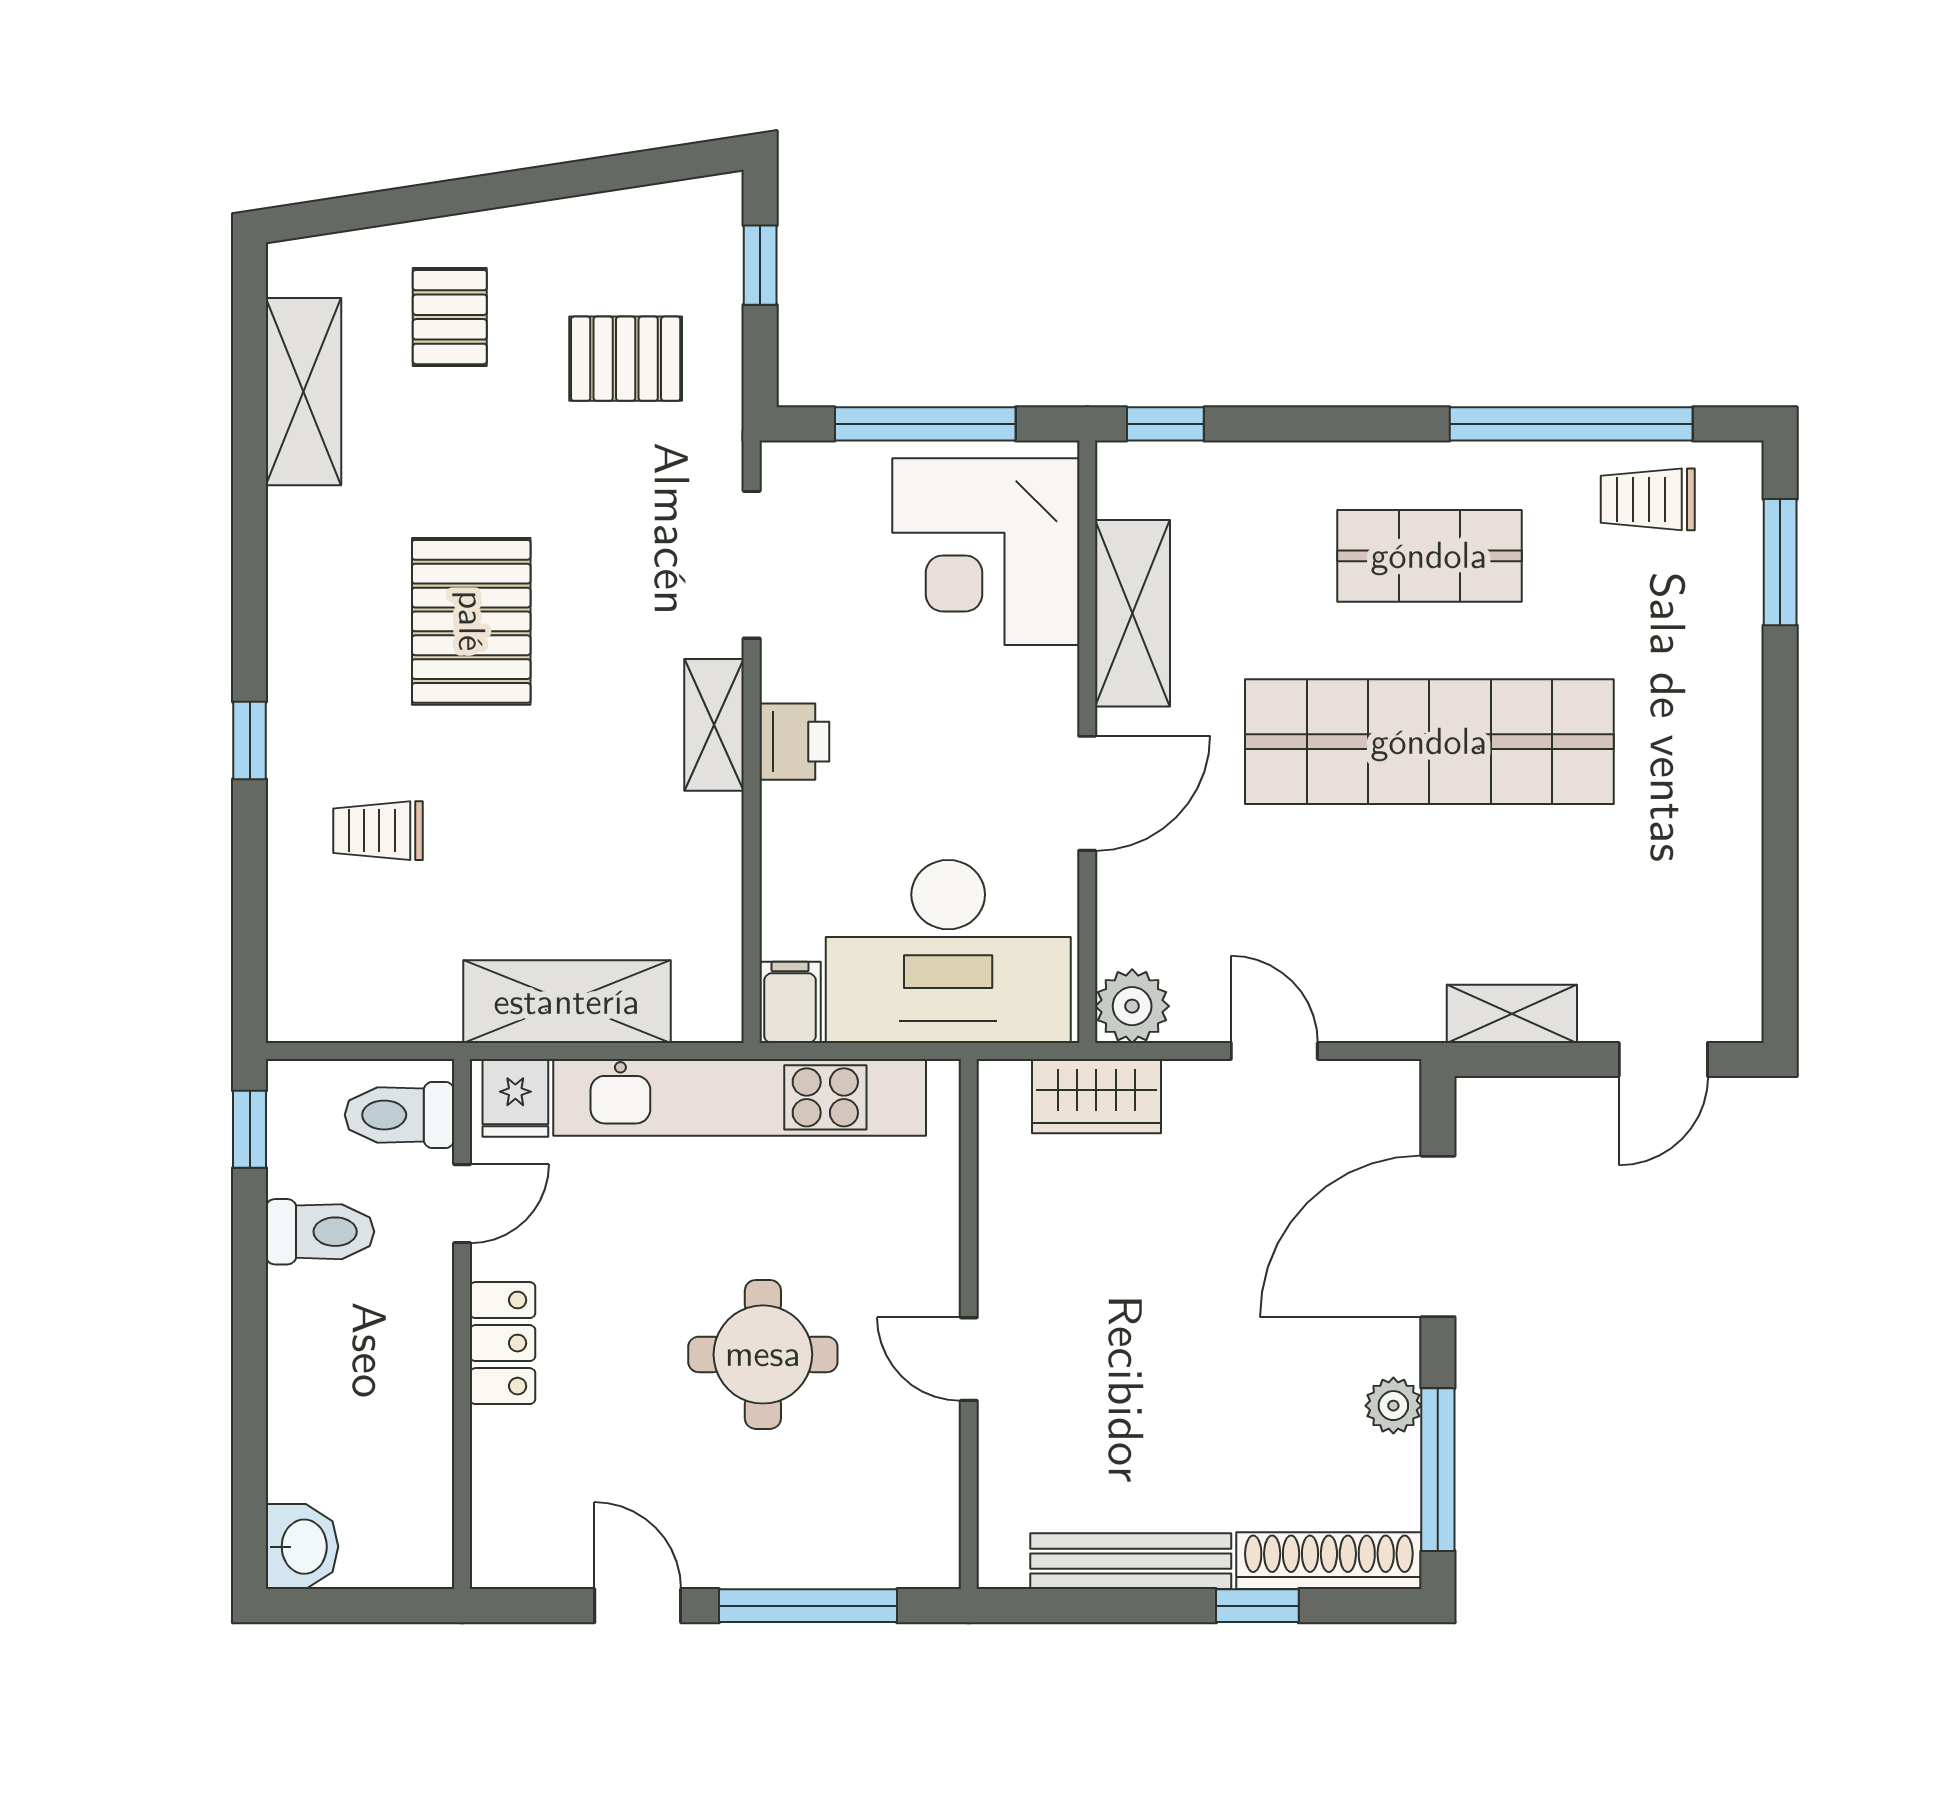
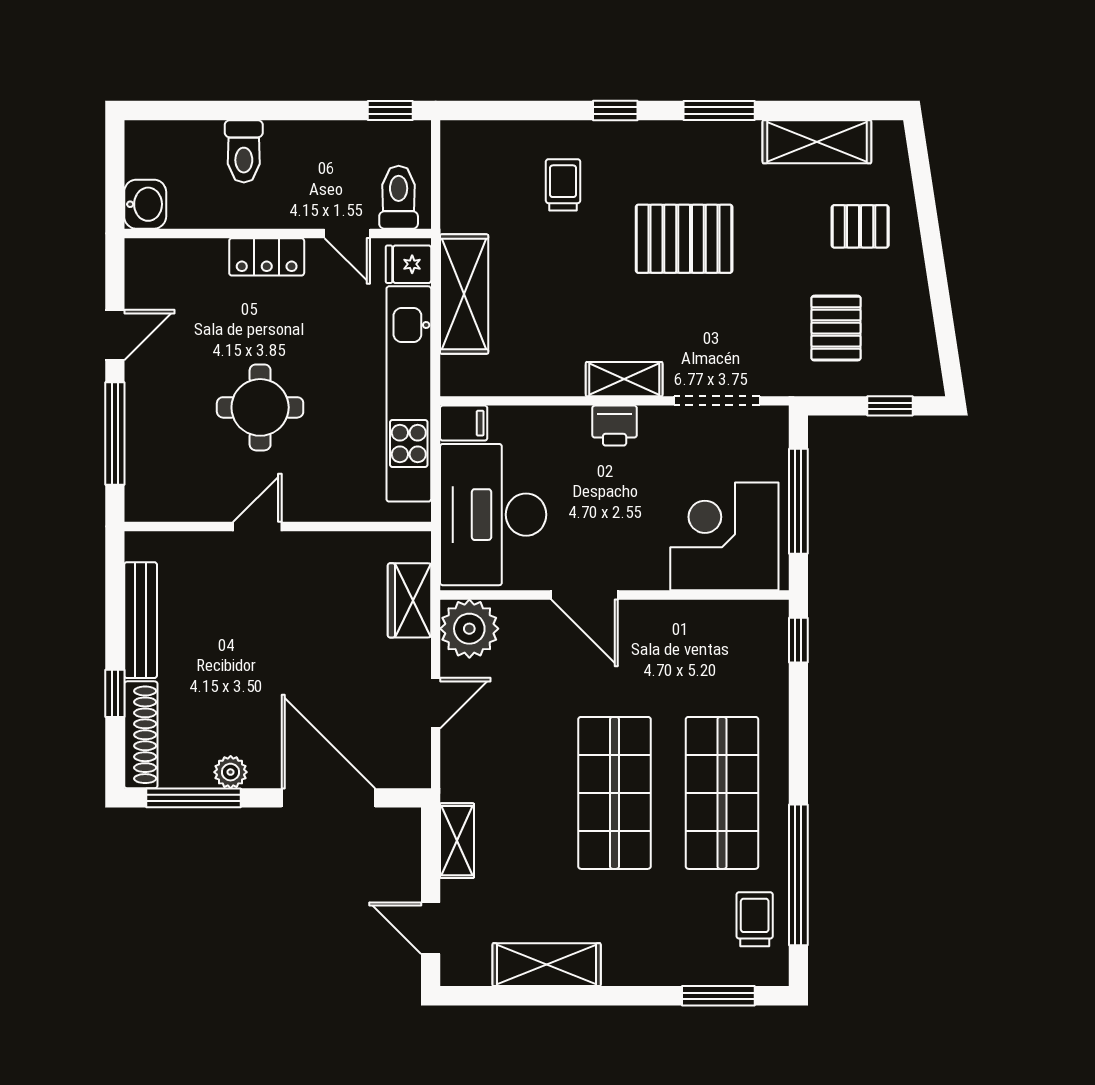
shop shelf: (1429, 556) -> (722, 793), width x1.43, depth x1.36
window: (250, 561) -> (719, 111), added
shelving: (1132, 613) -> (547, 965), moved
shop shelf: (1429, 742) -> (614, 793), width x0.71
plant: (1132, 1006) -> (469, 629), width x1.36, depth x1.36
toilet: (320, 1232) -> (244, 151), moved
washbasin: (302, 1547) -> (145, 204), moved, turned -90

